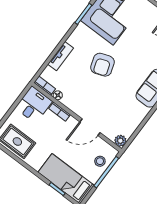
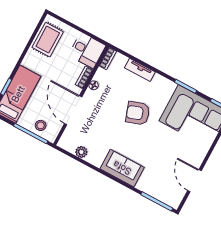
floor lamp: (58, 95) -> (94, 85), moved
door: (90, 127) -> (73, 110), width x1.36
plant: (120, 141) -> (81, 152), moved

